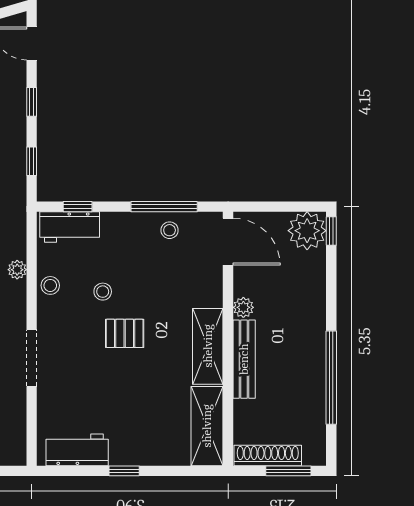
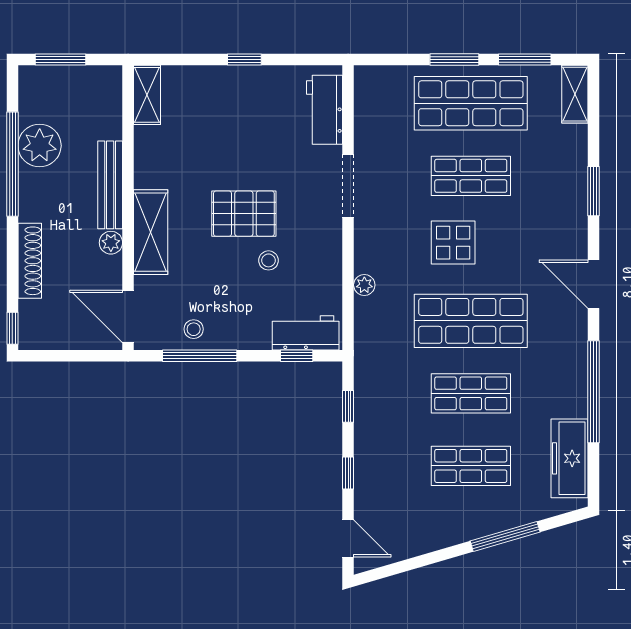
plant: (307, 231) -> (40, 146), moved
stool: (50, 285) -> (327, 267), removed
pallet: (125, 333) -> (244, 214), width x1.50, depth x1.42
shelving: (208, 346) -> (151, 232), moved
shelving: (207, 426) -> (147, 95), width x0.67, depth x0.75
workbench: (77, 450) -> (325, 110), moved, turned 90
shoe rack: (268, 456) -> (30, 261), moved, turned -90

